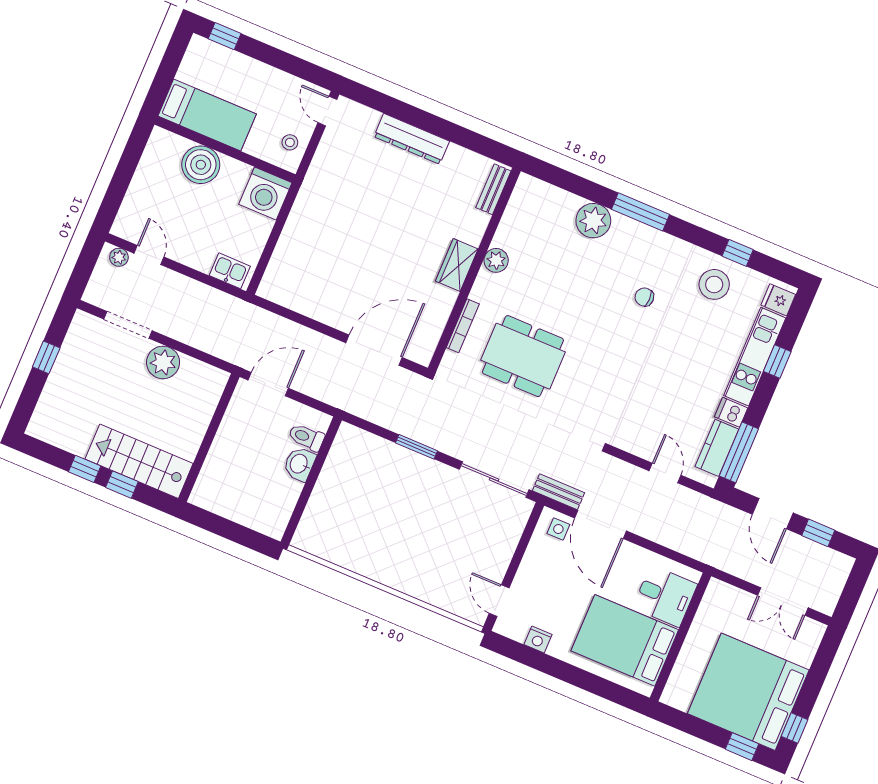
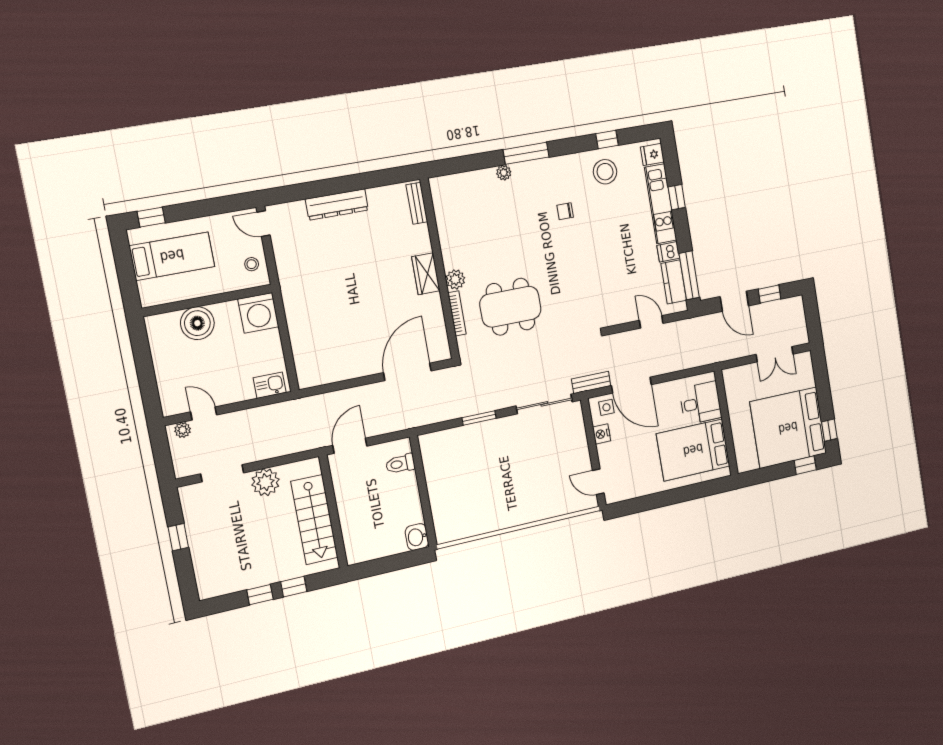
bed: (207, 115) -> (172, 256), moved
plant: (593, 221) -> (504, 173), width x0.53, depth x0.53
plant: (496, 260) -> (455, 279), moved
stairs: (139, 461) -> (314, 520), moved, turned -90
washbasin: (299, 464) -> (417, 537), moved
nightstand: (538, 640) -> (602, 434), moved, turned 90

